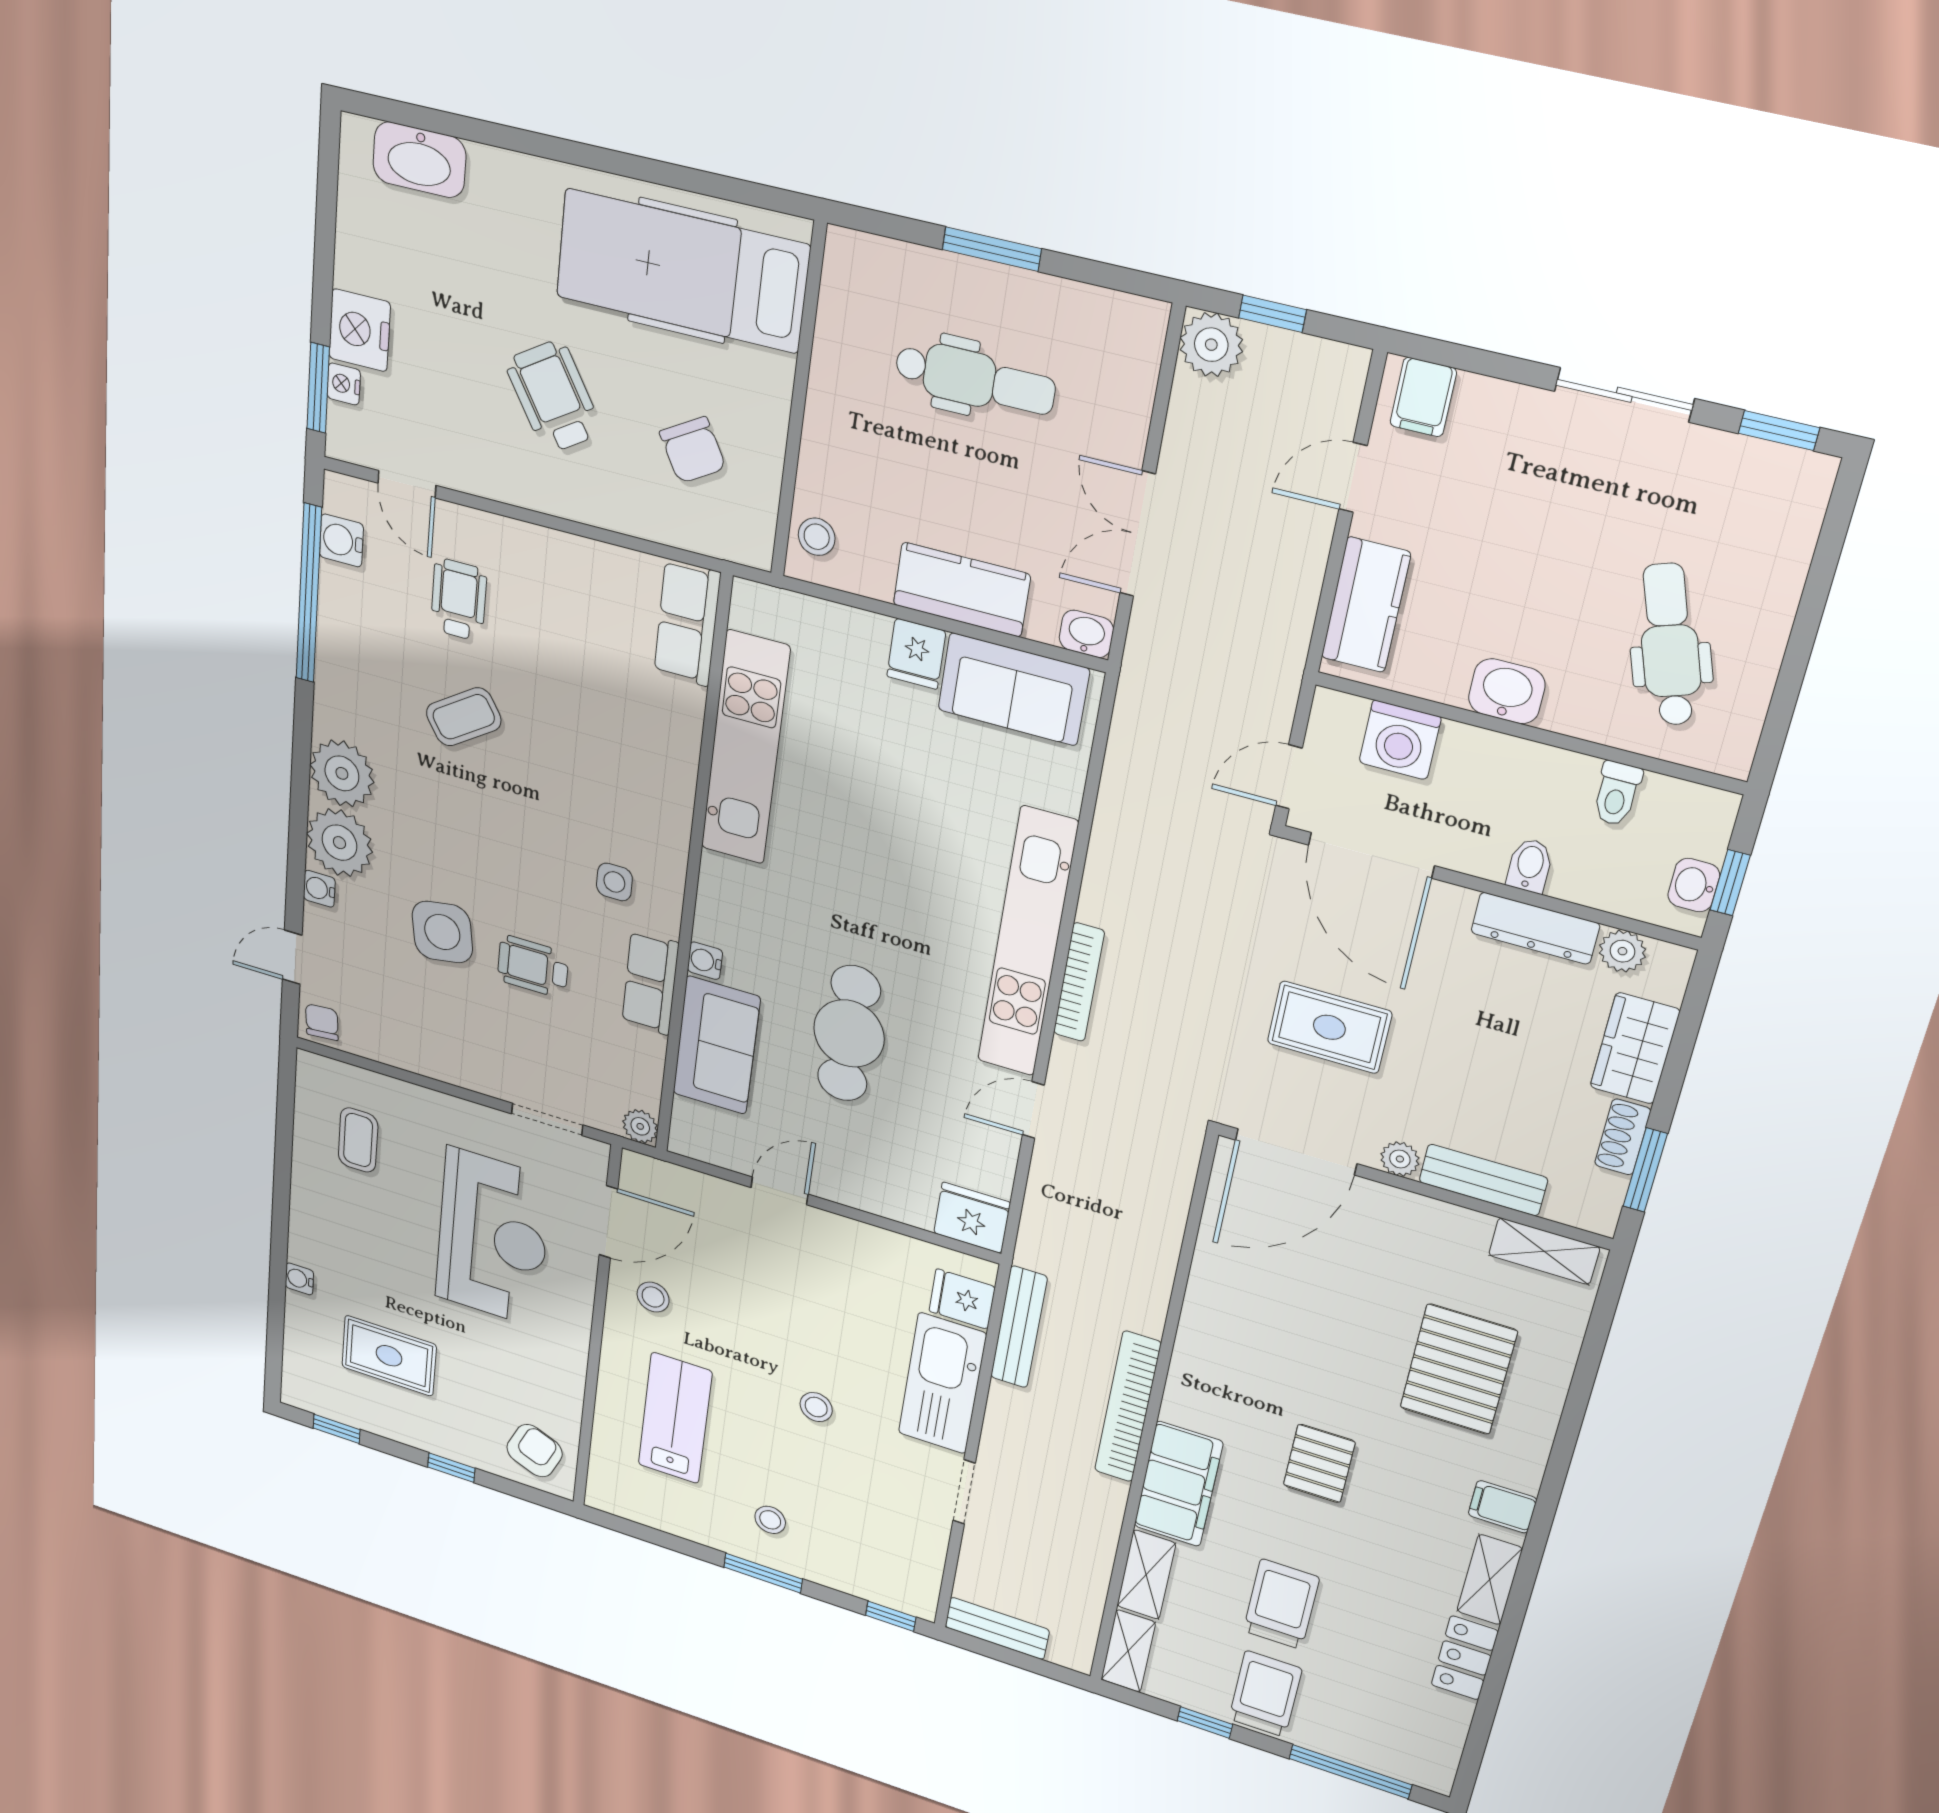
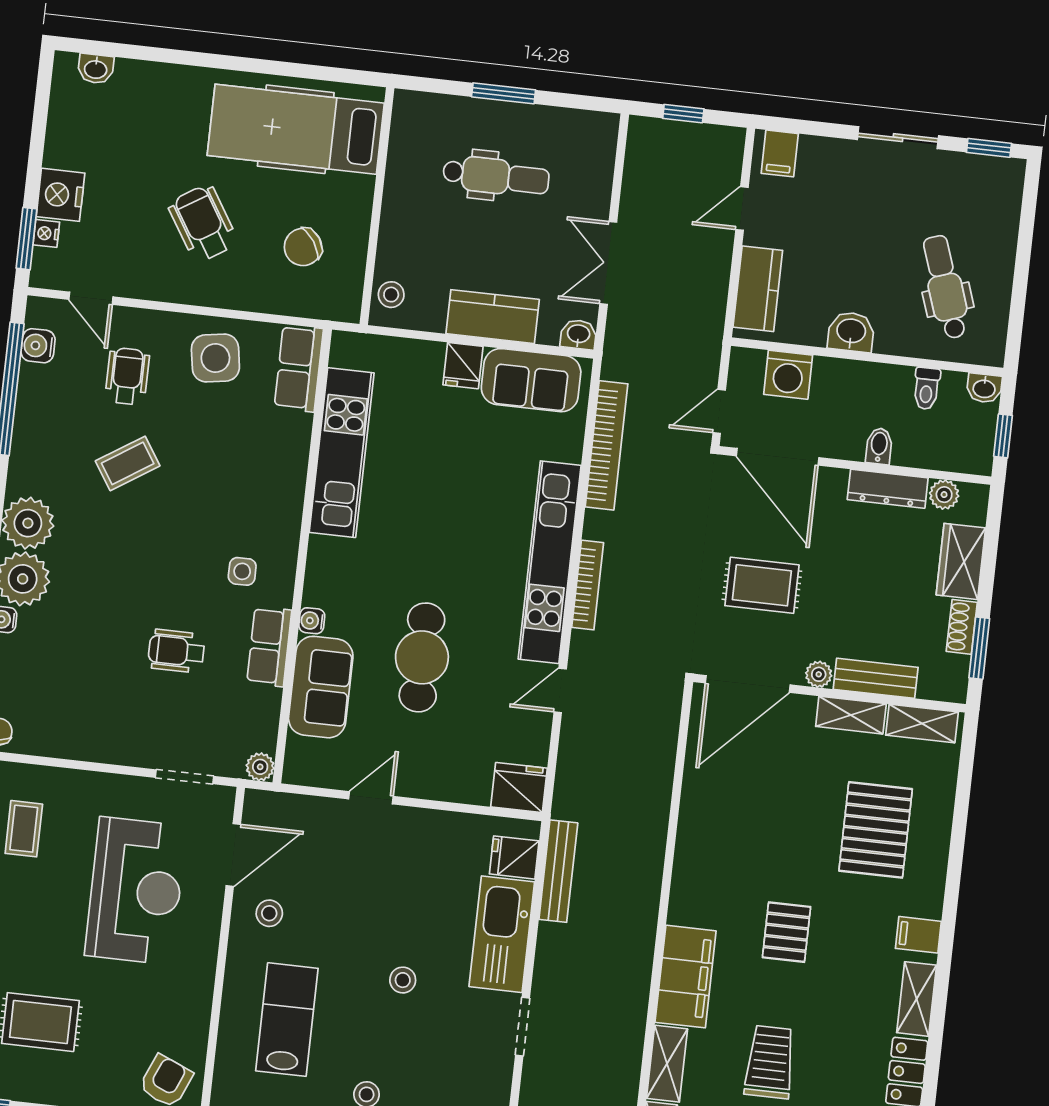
washbasin: (419, 160) -> (96, 69), width x0.52, depth x0.69
plant: (1211, 345) -> (647, 137), removed
chair: (693, 450) -> (303, 247), turned 86
washbasin: (1694, 885) -> (984, 388), moved, turned -90
side table: (442, 932) -> (215, 358), moved
shelving: (1441, 1220) -> (851, 715), added
bookcase: (1128, 1407) -> (607, 445), moved, turned 180

